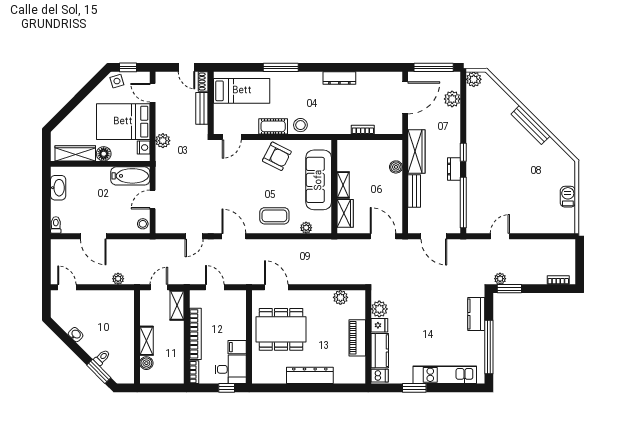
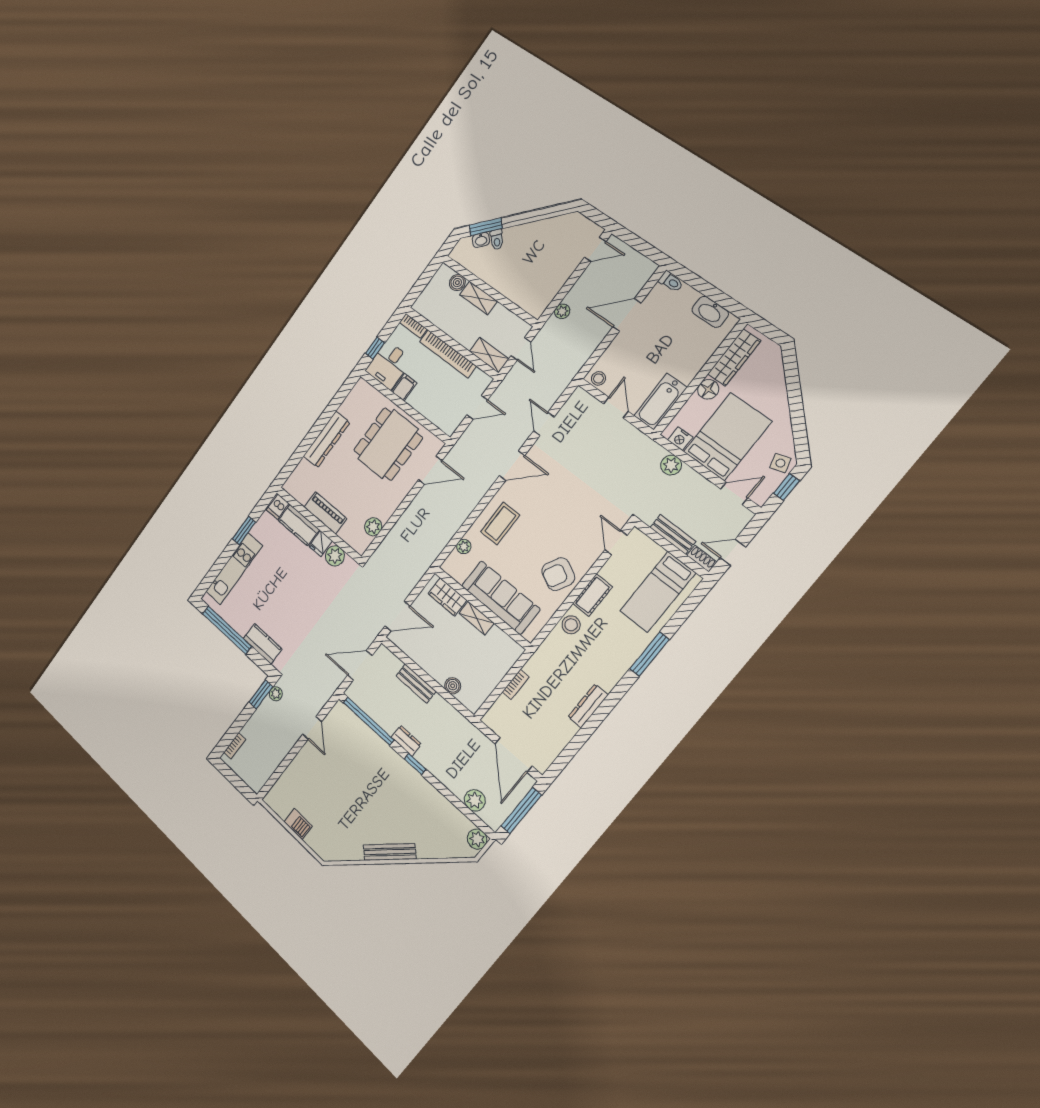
wardrobe: (416, 152) -> (452, 719), removed
washbasin: (76, 335) -> (481, 240), moved

